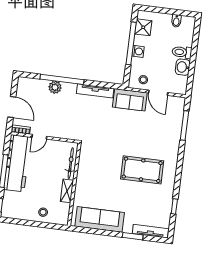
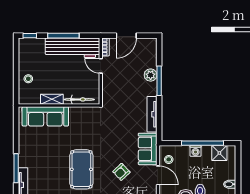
window: (62, 79) -> (159, 81), width x0.68
door: (158, 93) -> (158, 175), swing flipped
armchair: (150, 129) -> (121, 172), added
sofa: (100, 219) -> (45, 116), moved, turned 90
window: (133, 236) -> (16, 168), width x1.44

